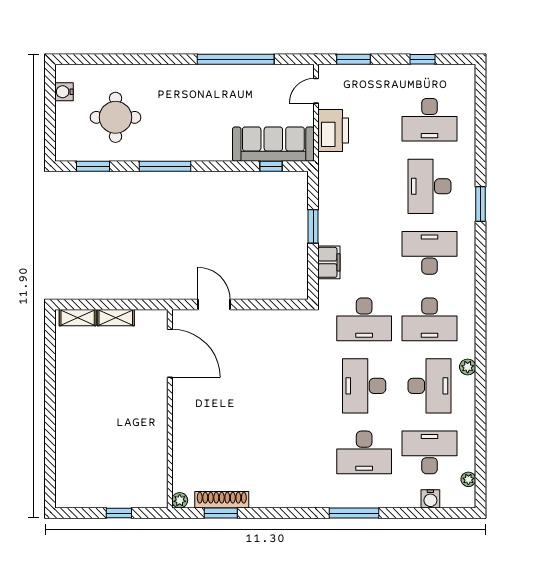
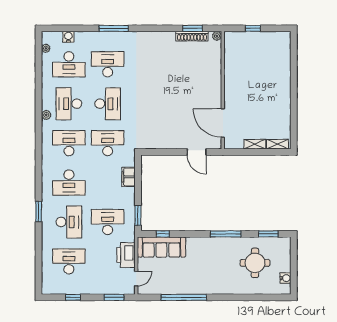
desk: (364, 186) -> (108, 222), added
window: (313, 226) -> (138, 215), moved

